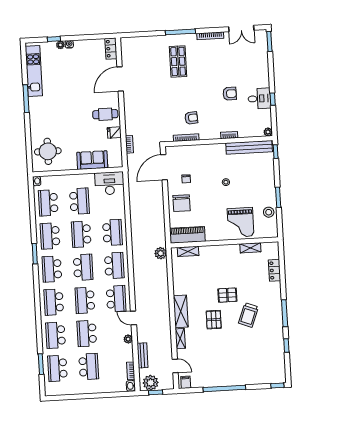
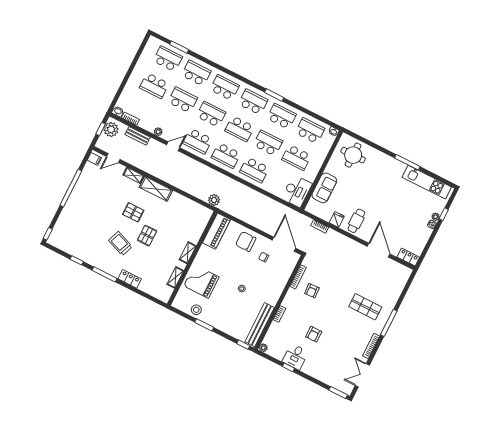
shelving: (188, 251) -> (188, 253), moved
locker: (275, 270) -> (130, 279), moved

